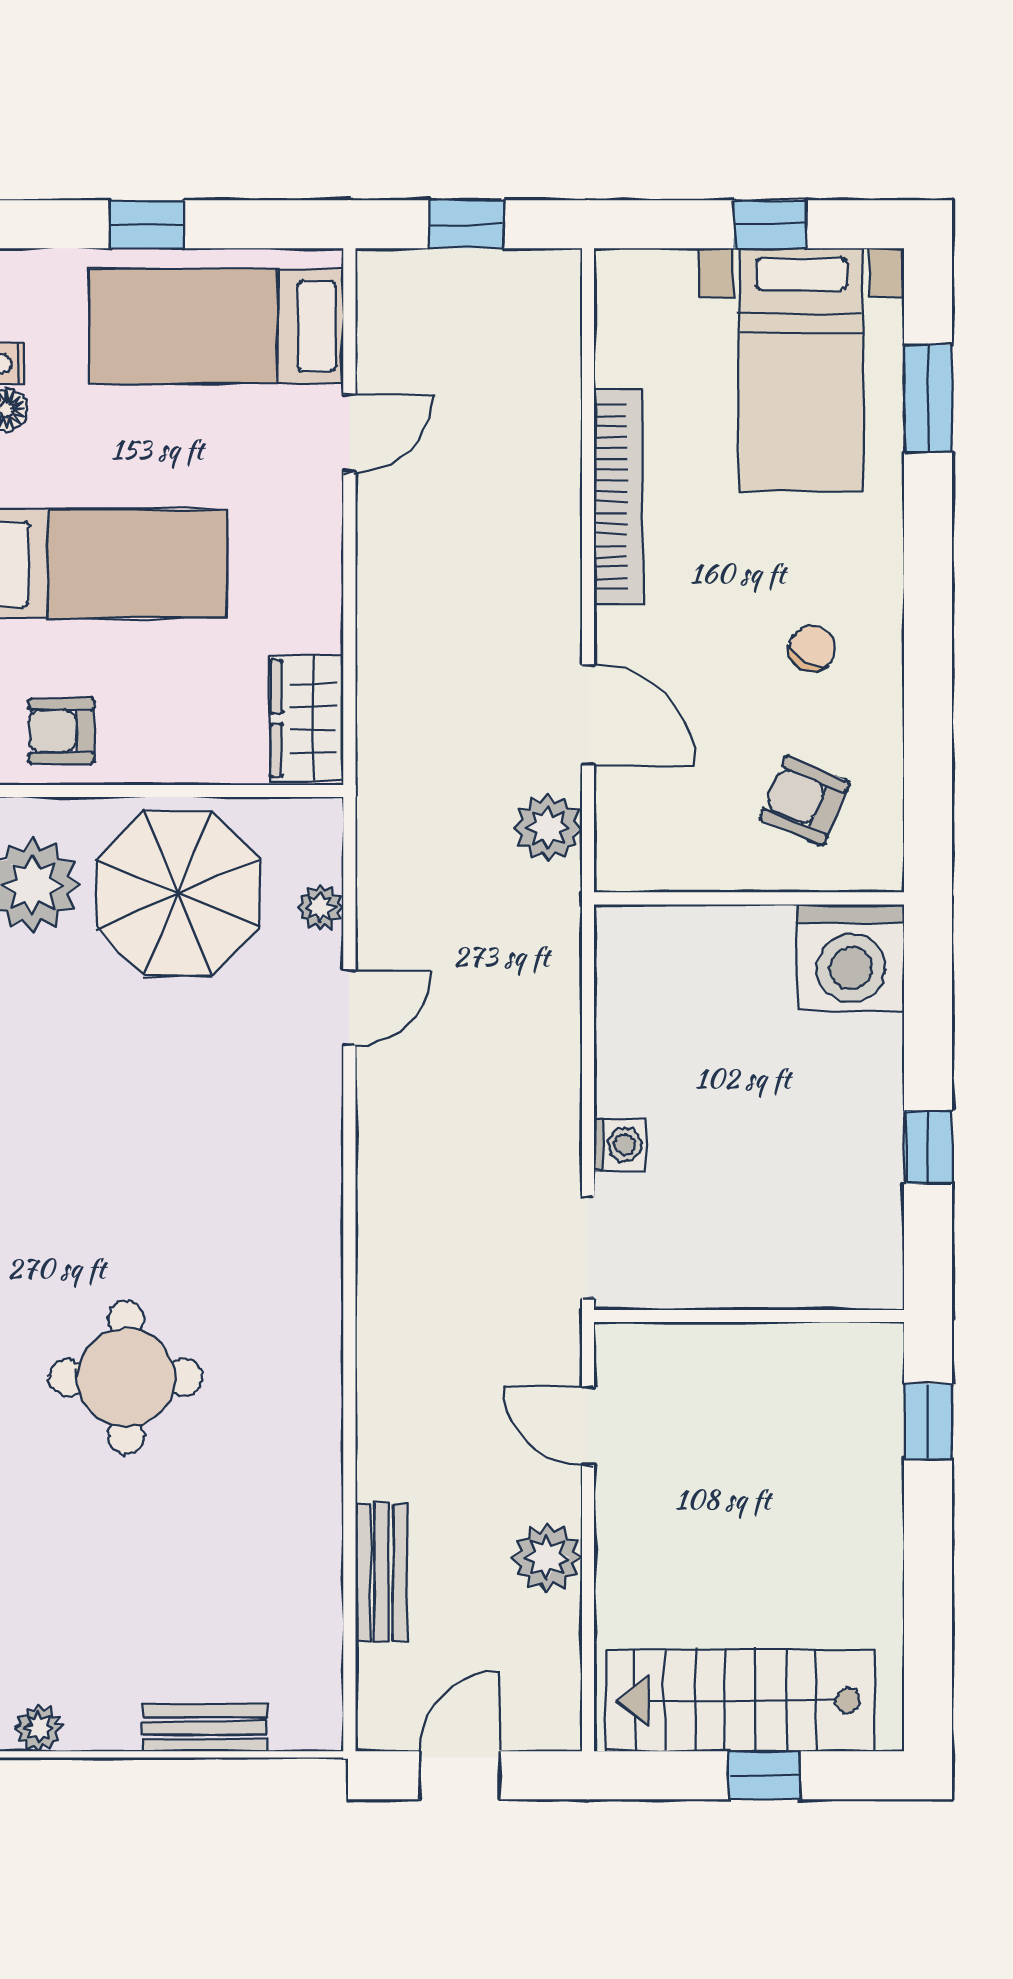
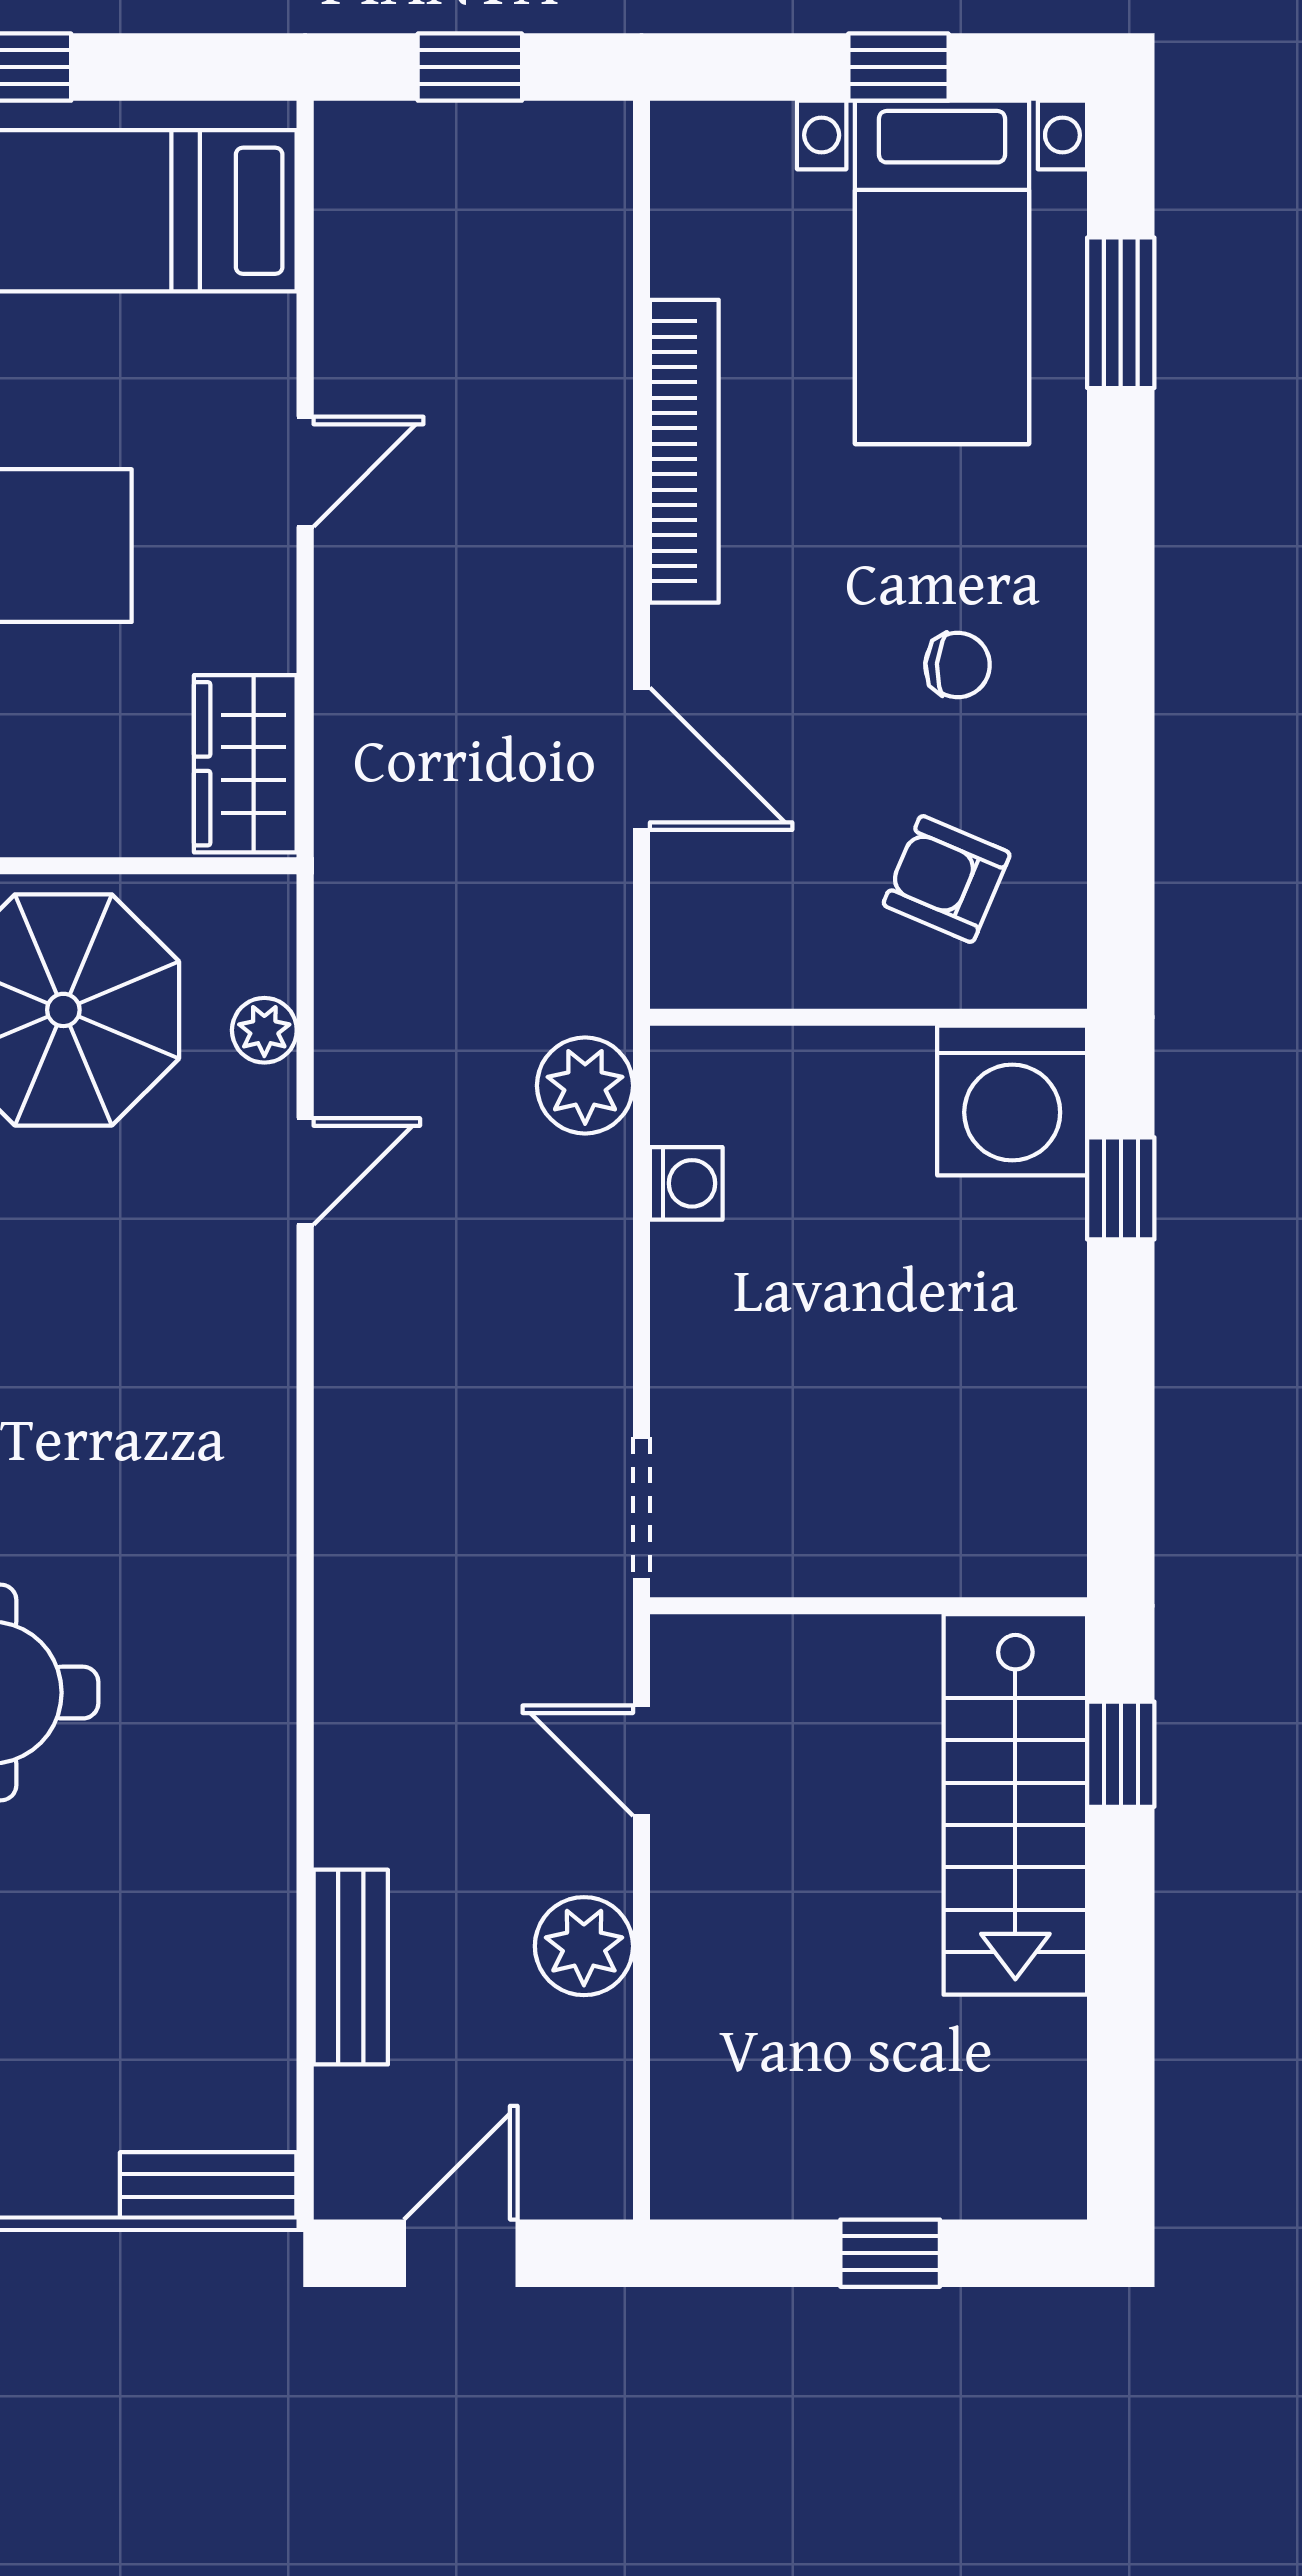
door: (349, 434) -> (305, 472), moved
chair: (812, 649) -> (958, 665), turned 66
plant: (548, 828) -> (585, 1086), moved
washing machine: (620, 1145) -> (686, 1183), moved
window: (928, 1147) -> (1121, 1188), moved
stairs: (740, 1701) -> (1015, 1804), moved, turned -90
bench: (205, 1728) -> (208, 2186), moved

